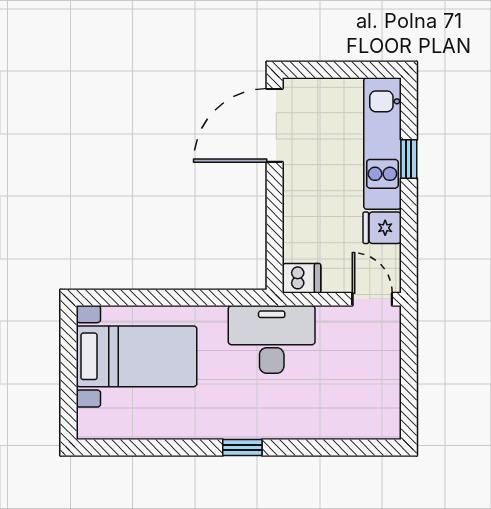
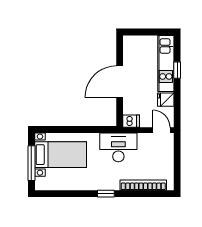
door: (275, 125) -> (120, 82), moved
window: (69, 376) -> (31, 163), added
bookcase: (330, 427) -> (143, 185), added

